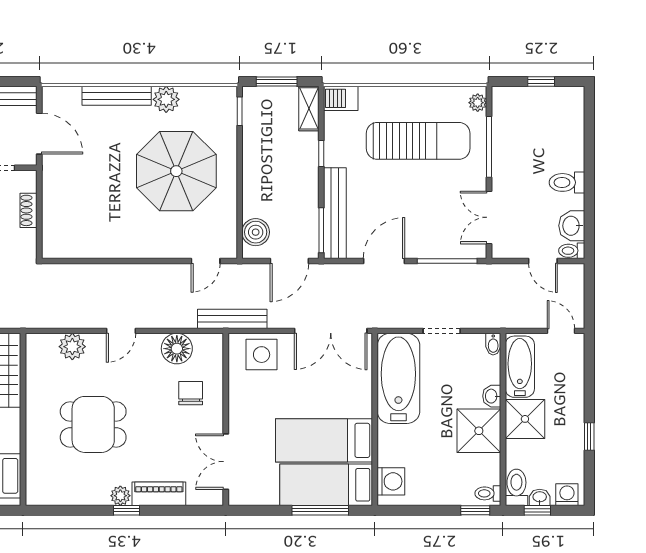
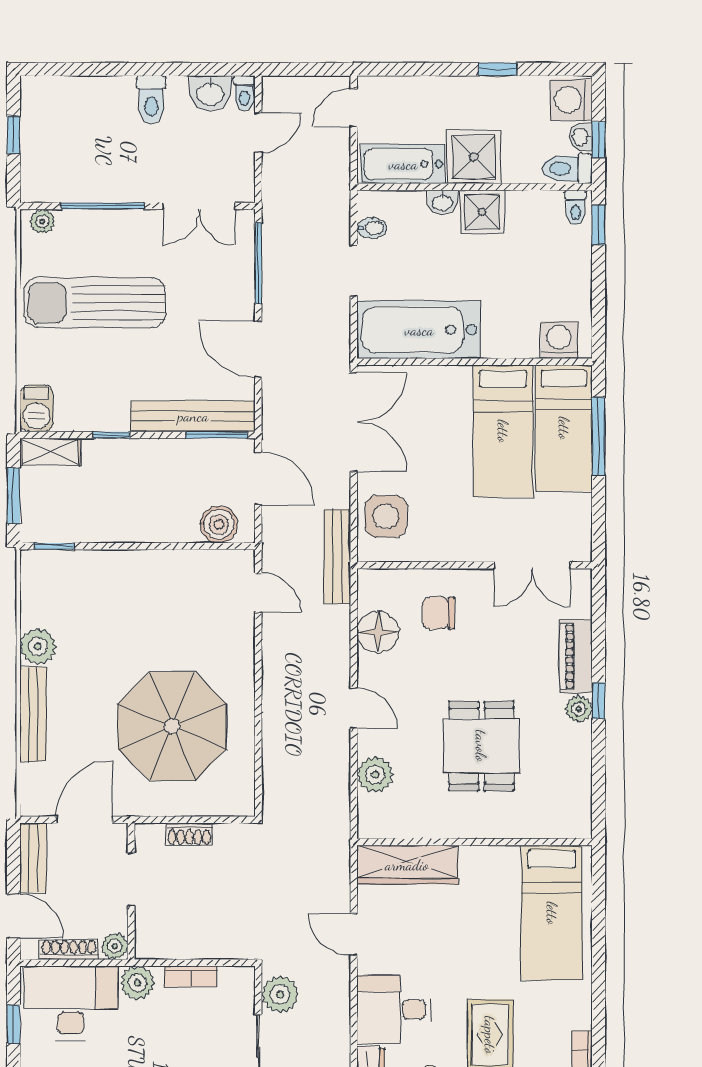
sun lounger: (418, 141) -> (94, 303), turned -90
parasol: (176, 171) -> (172, 726), moved
bidet: (493, 344) -> (372, 228), moved
shower: (479, 431) -> (482, 212), width x0.73, depth x0.73
washing machine: (567, 495) -> (572, 100), width x1.38, depth x1.38

